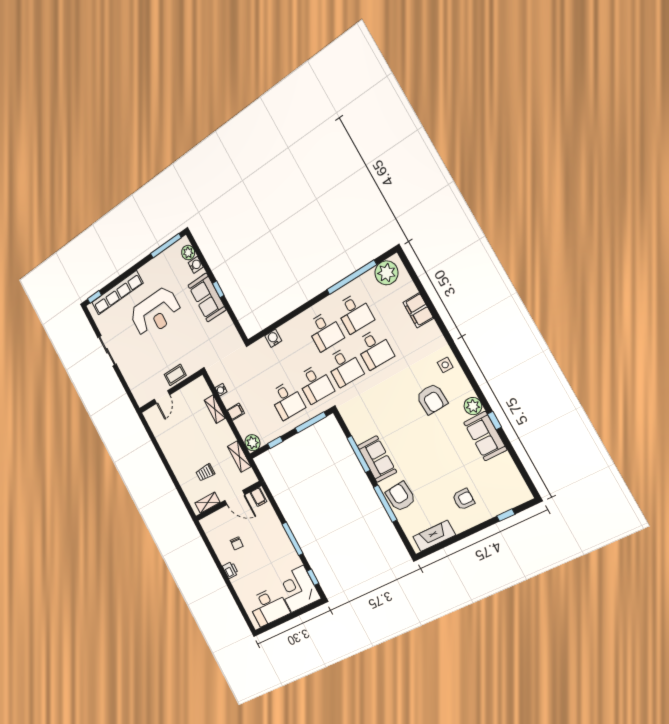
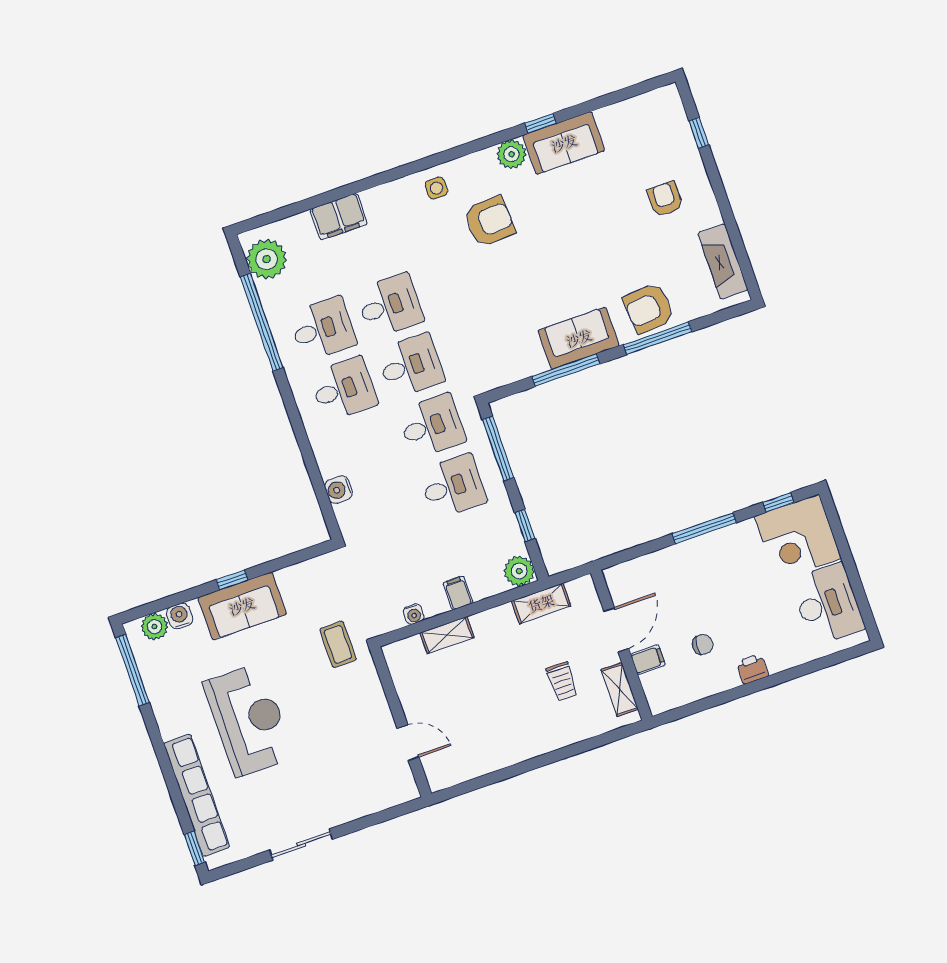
coffee table: (175, 375) -> (338, 644), moved
filing cabinet: (258, 497) -> (648, 660), moved

